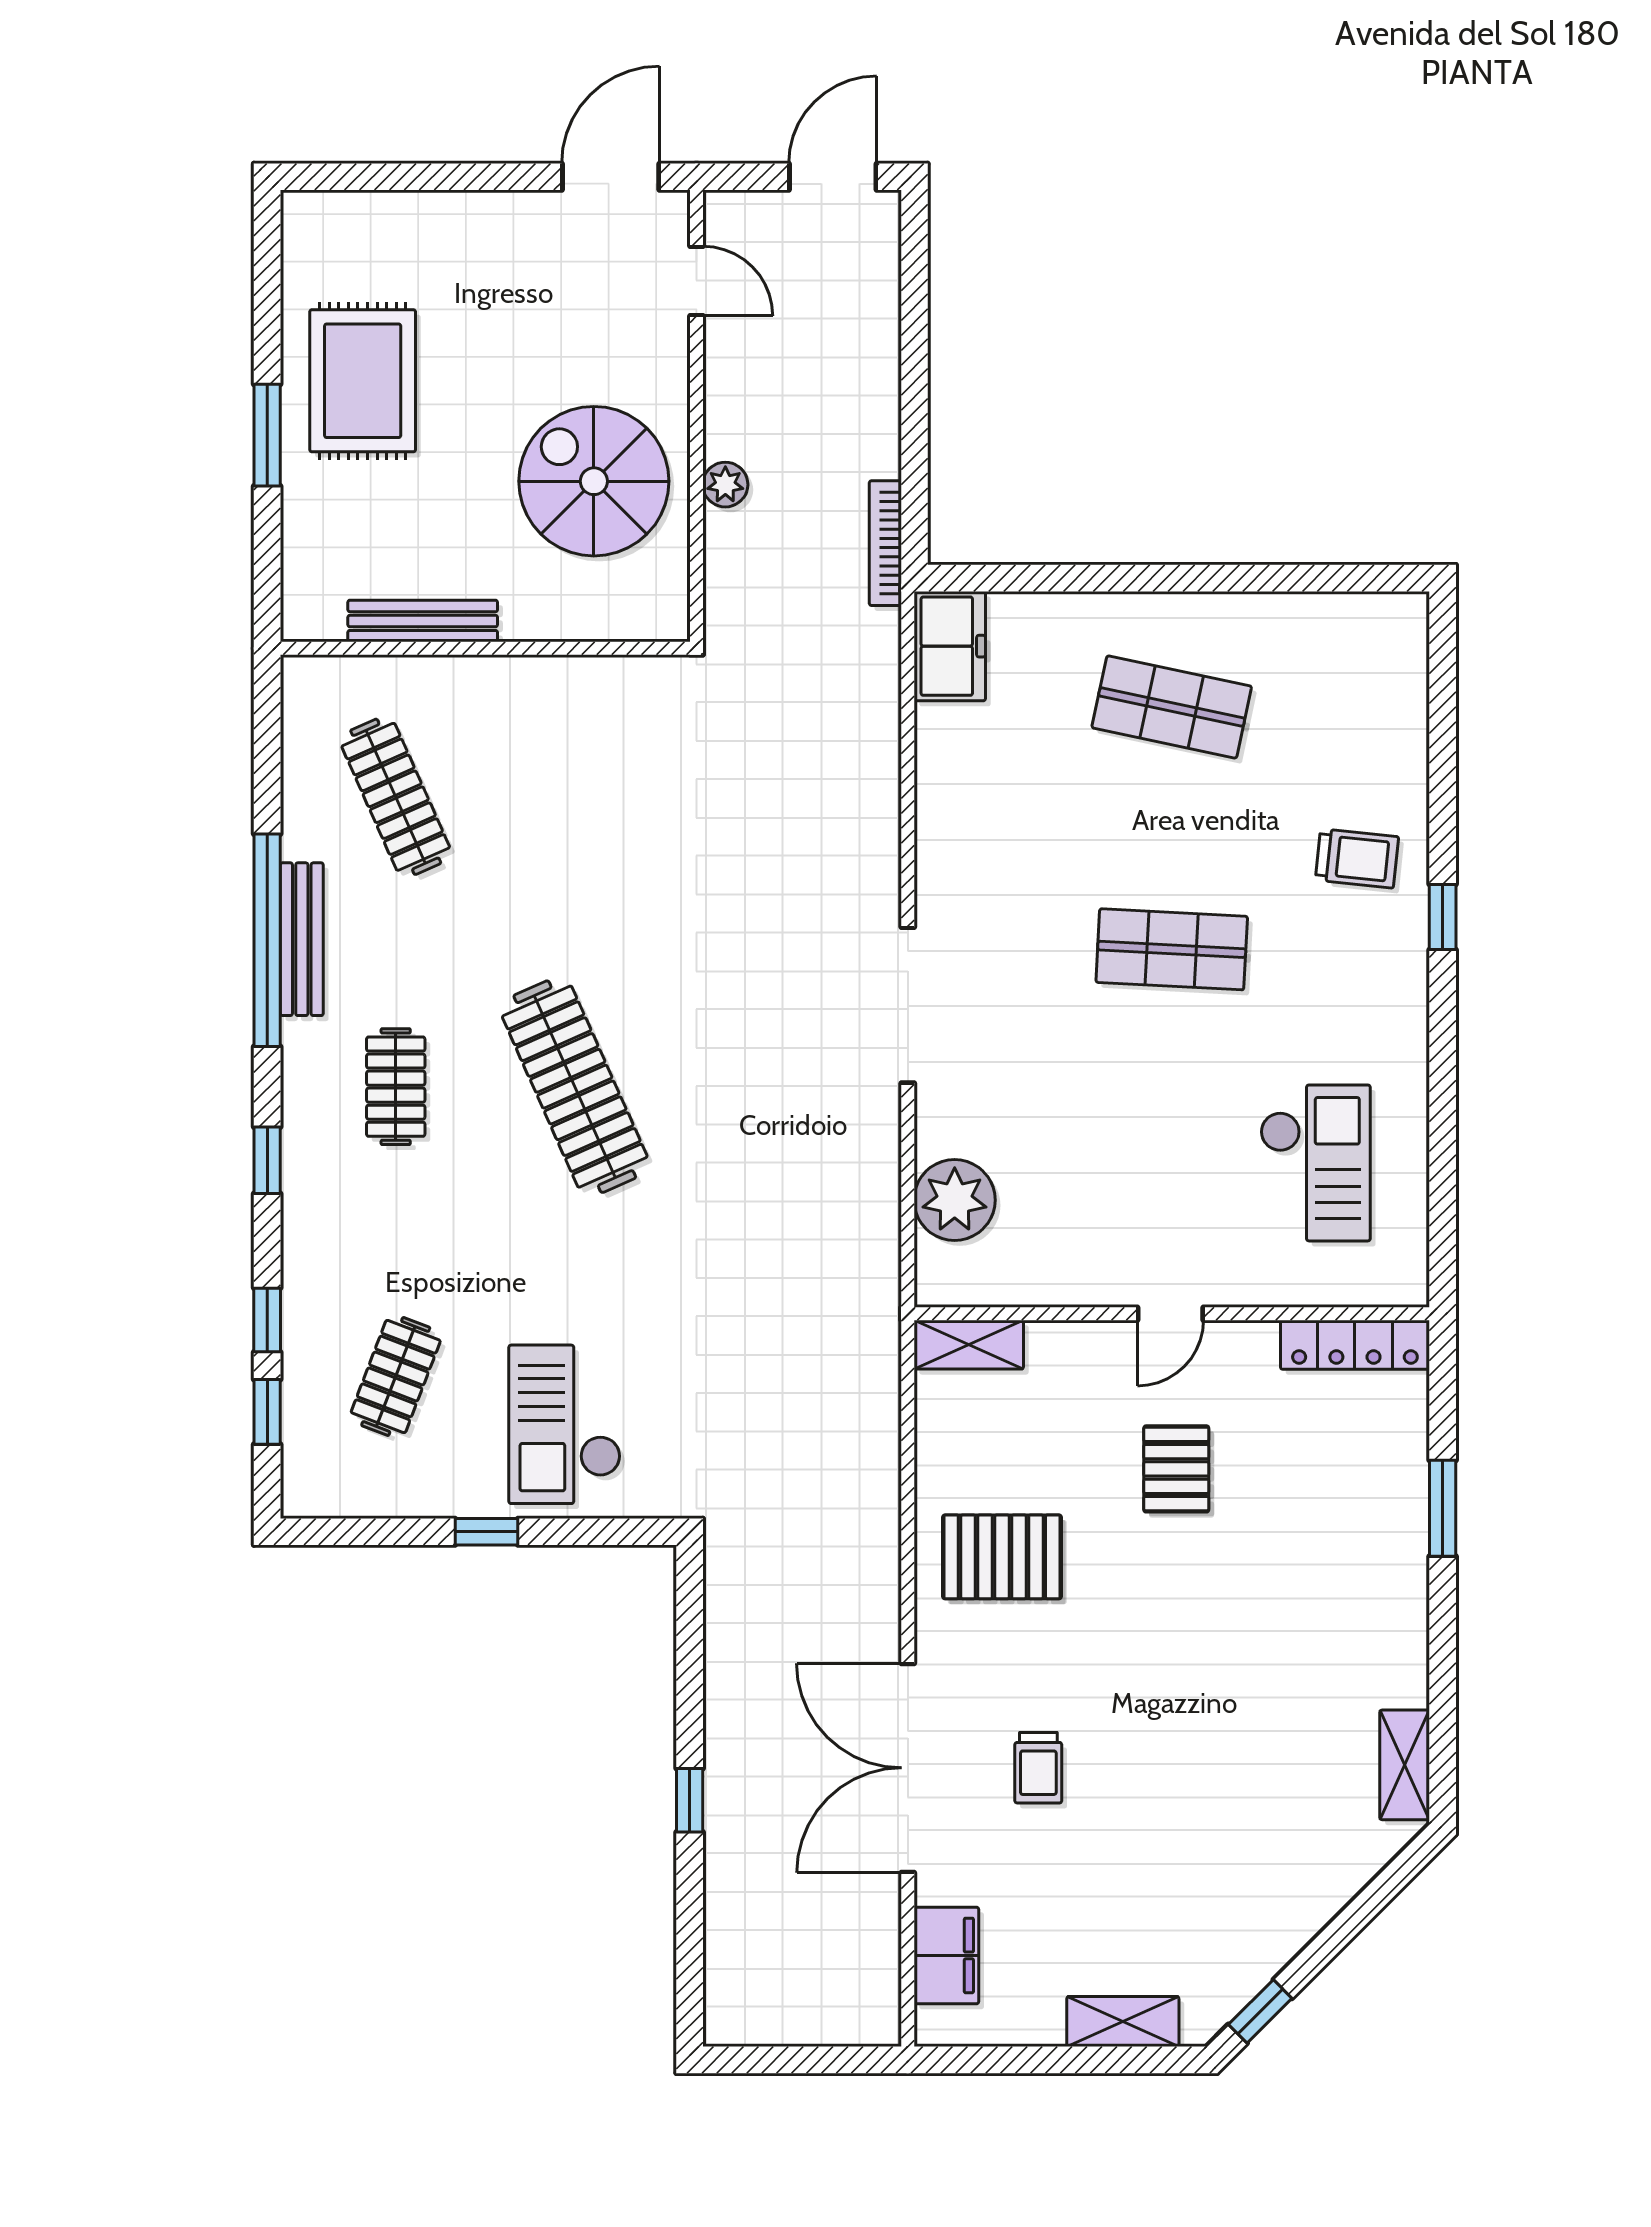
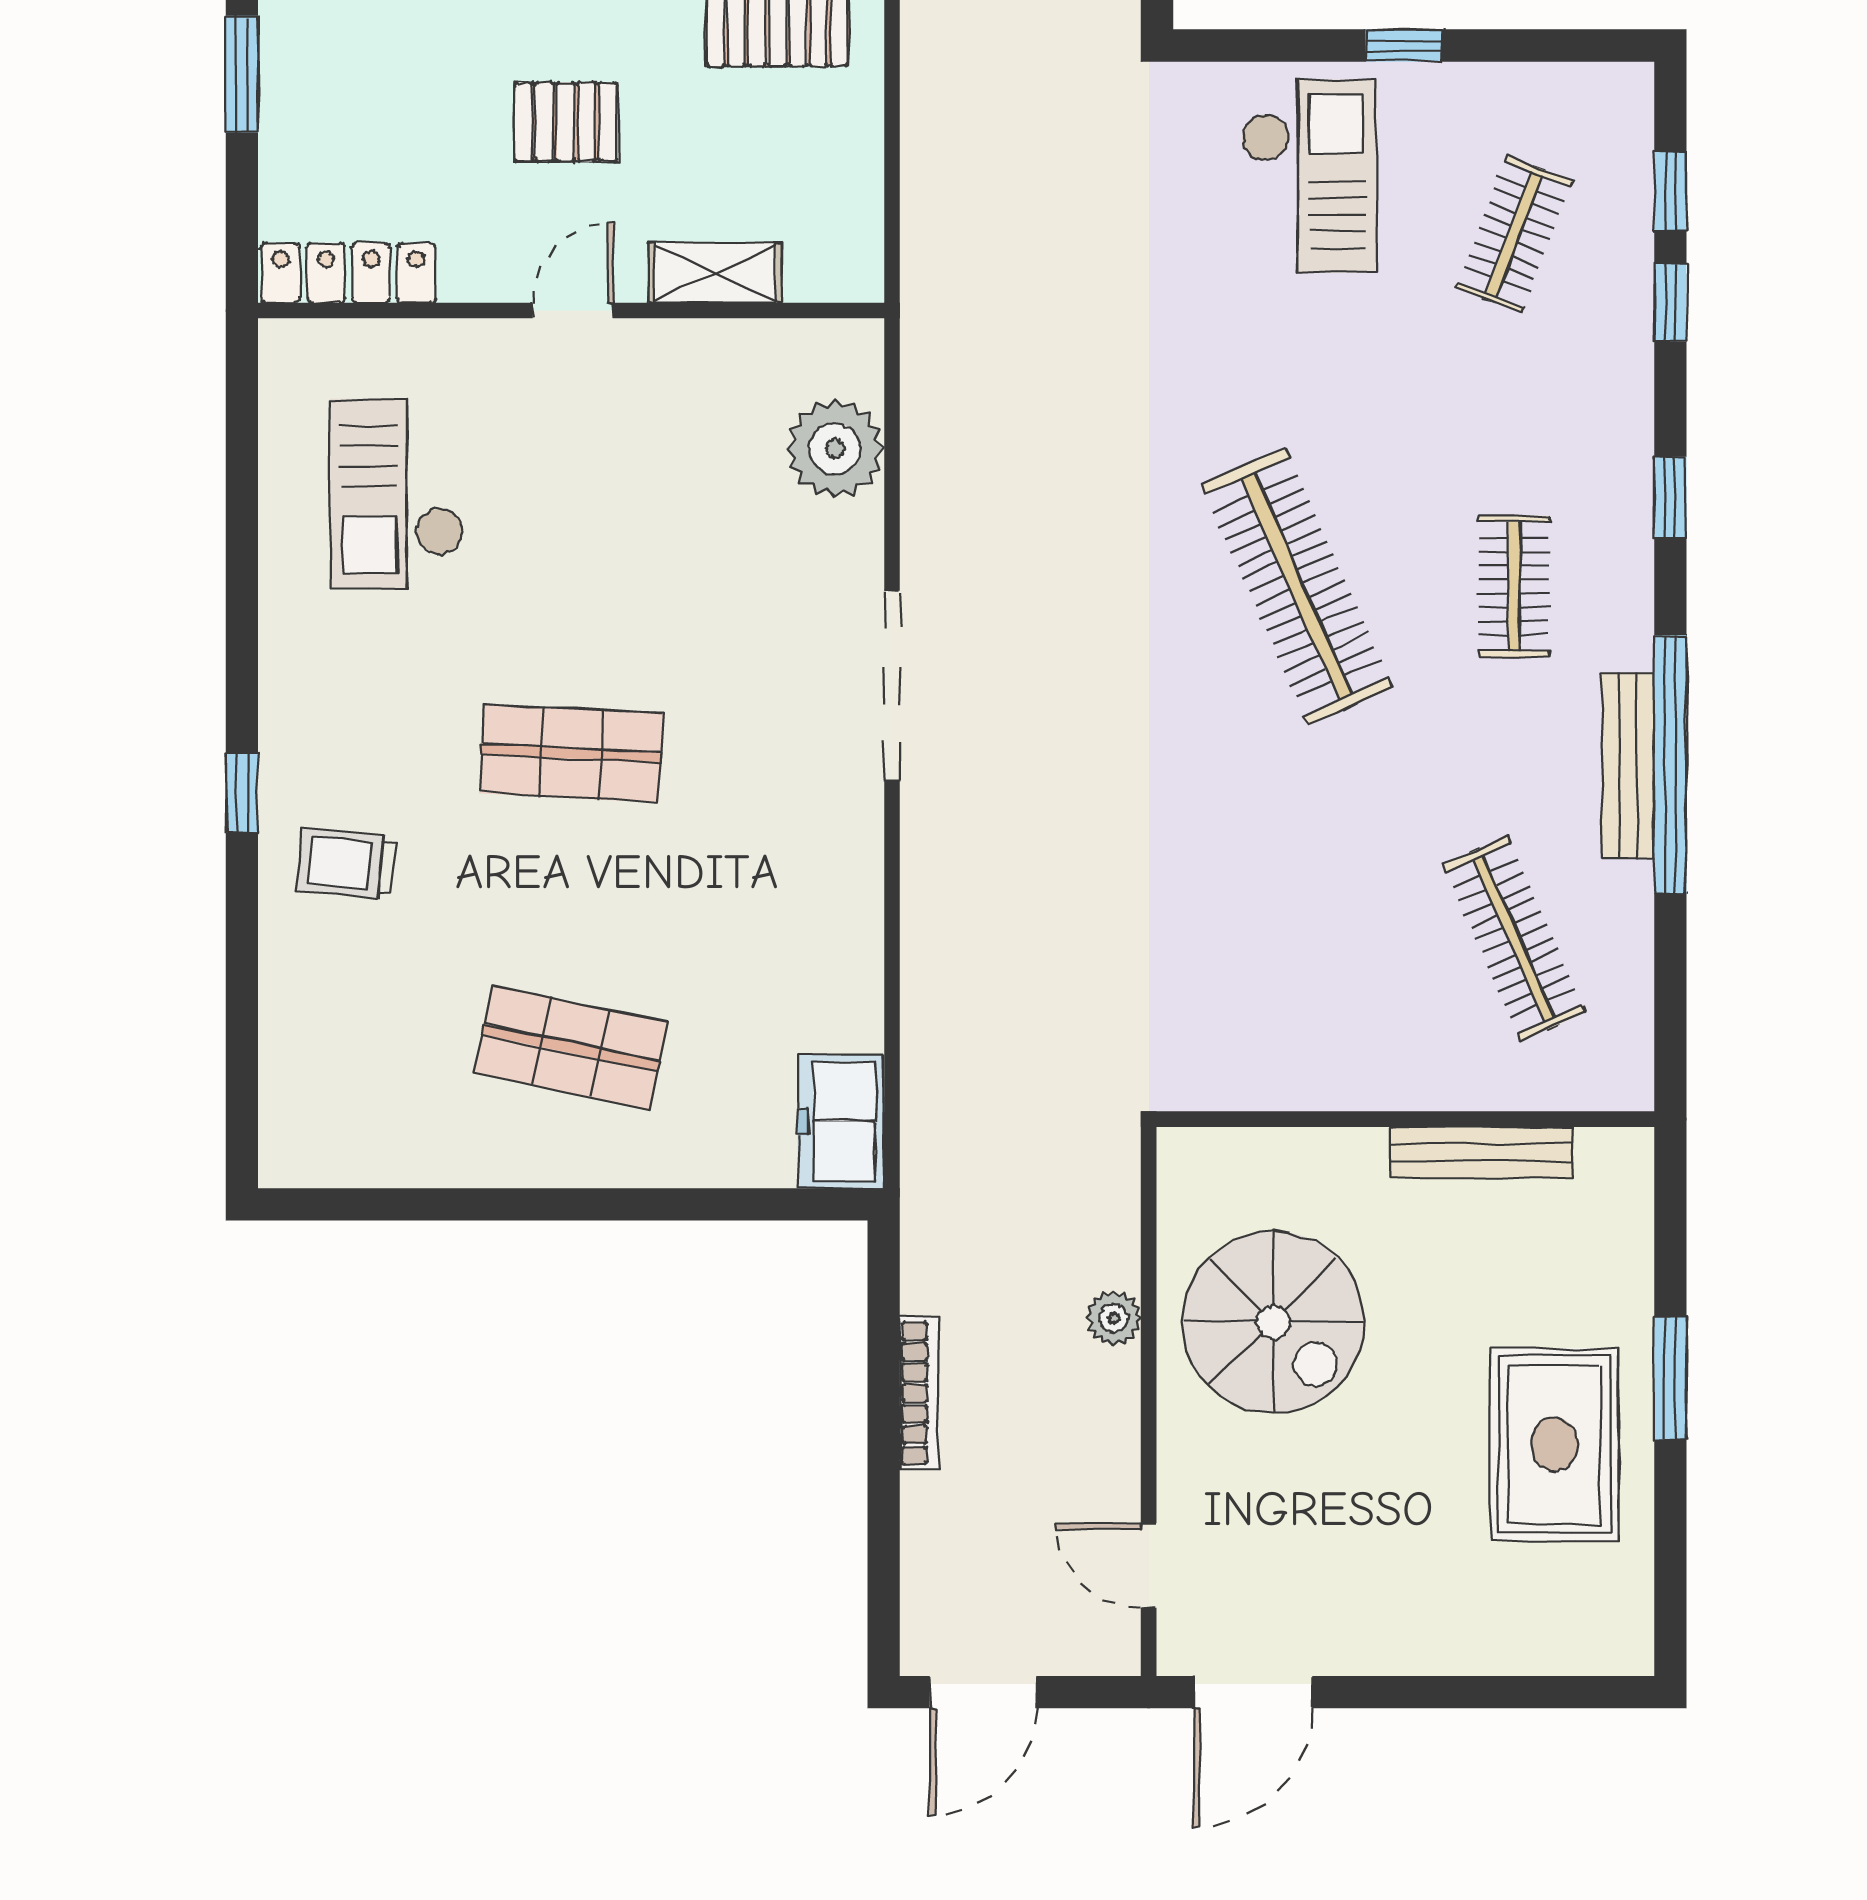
bookcase: (885, 543) -> (919, 1393), moved
shelving: (969, 1345) -> (715, 273), moved
pallet: (1176, 1469) -> (566, 122), turned 90

